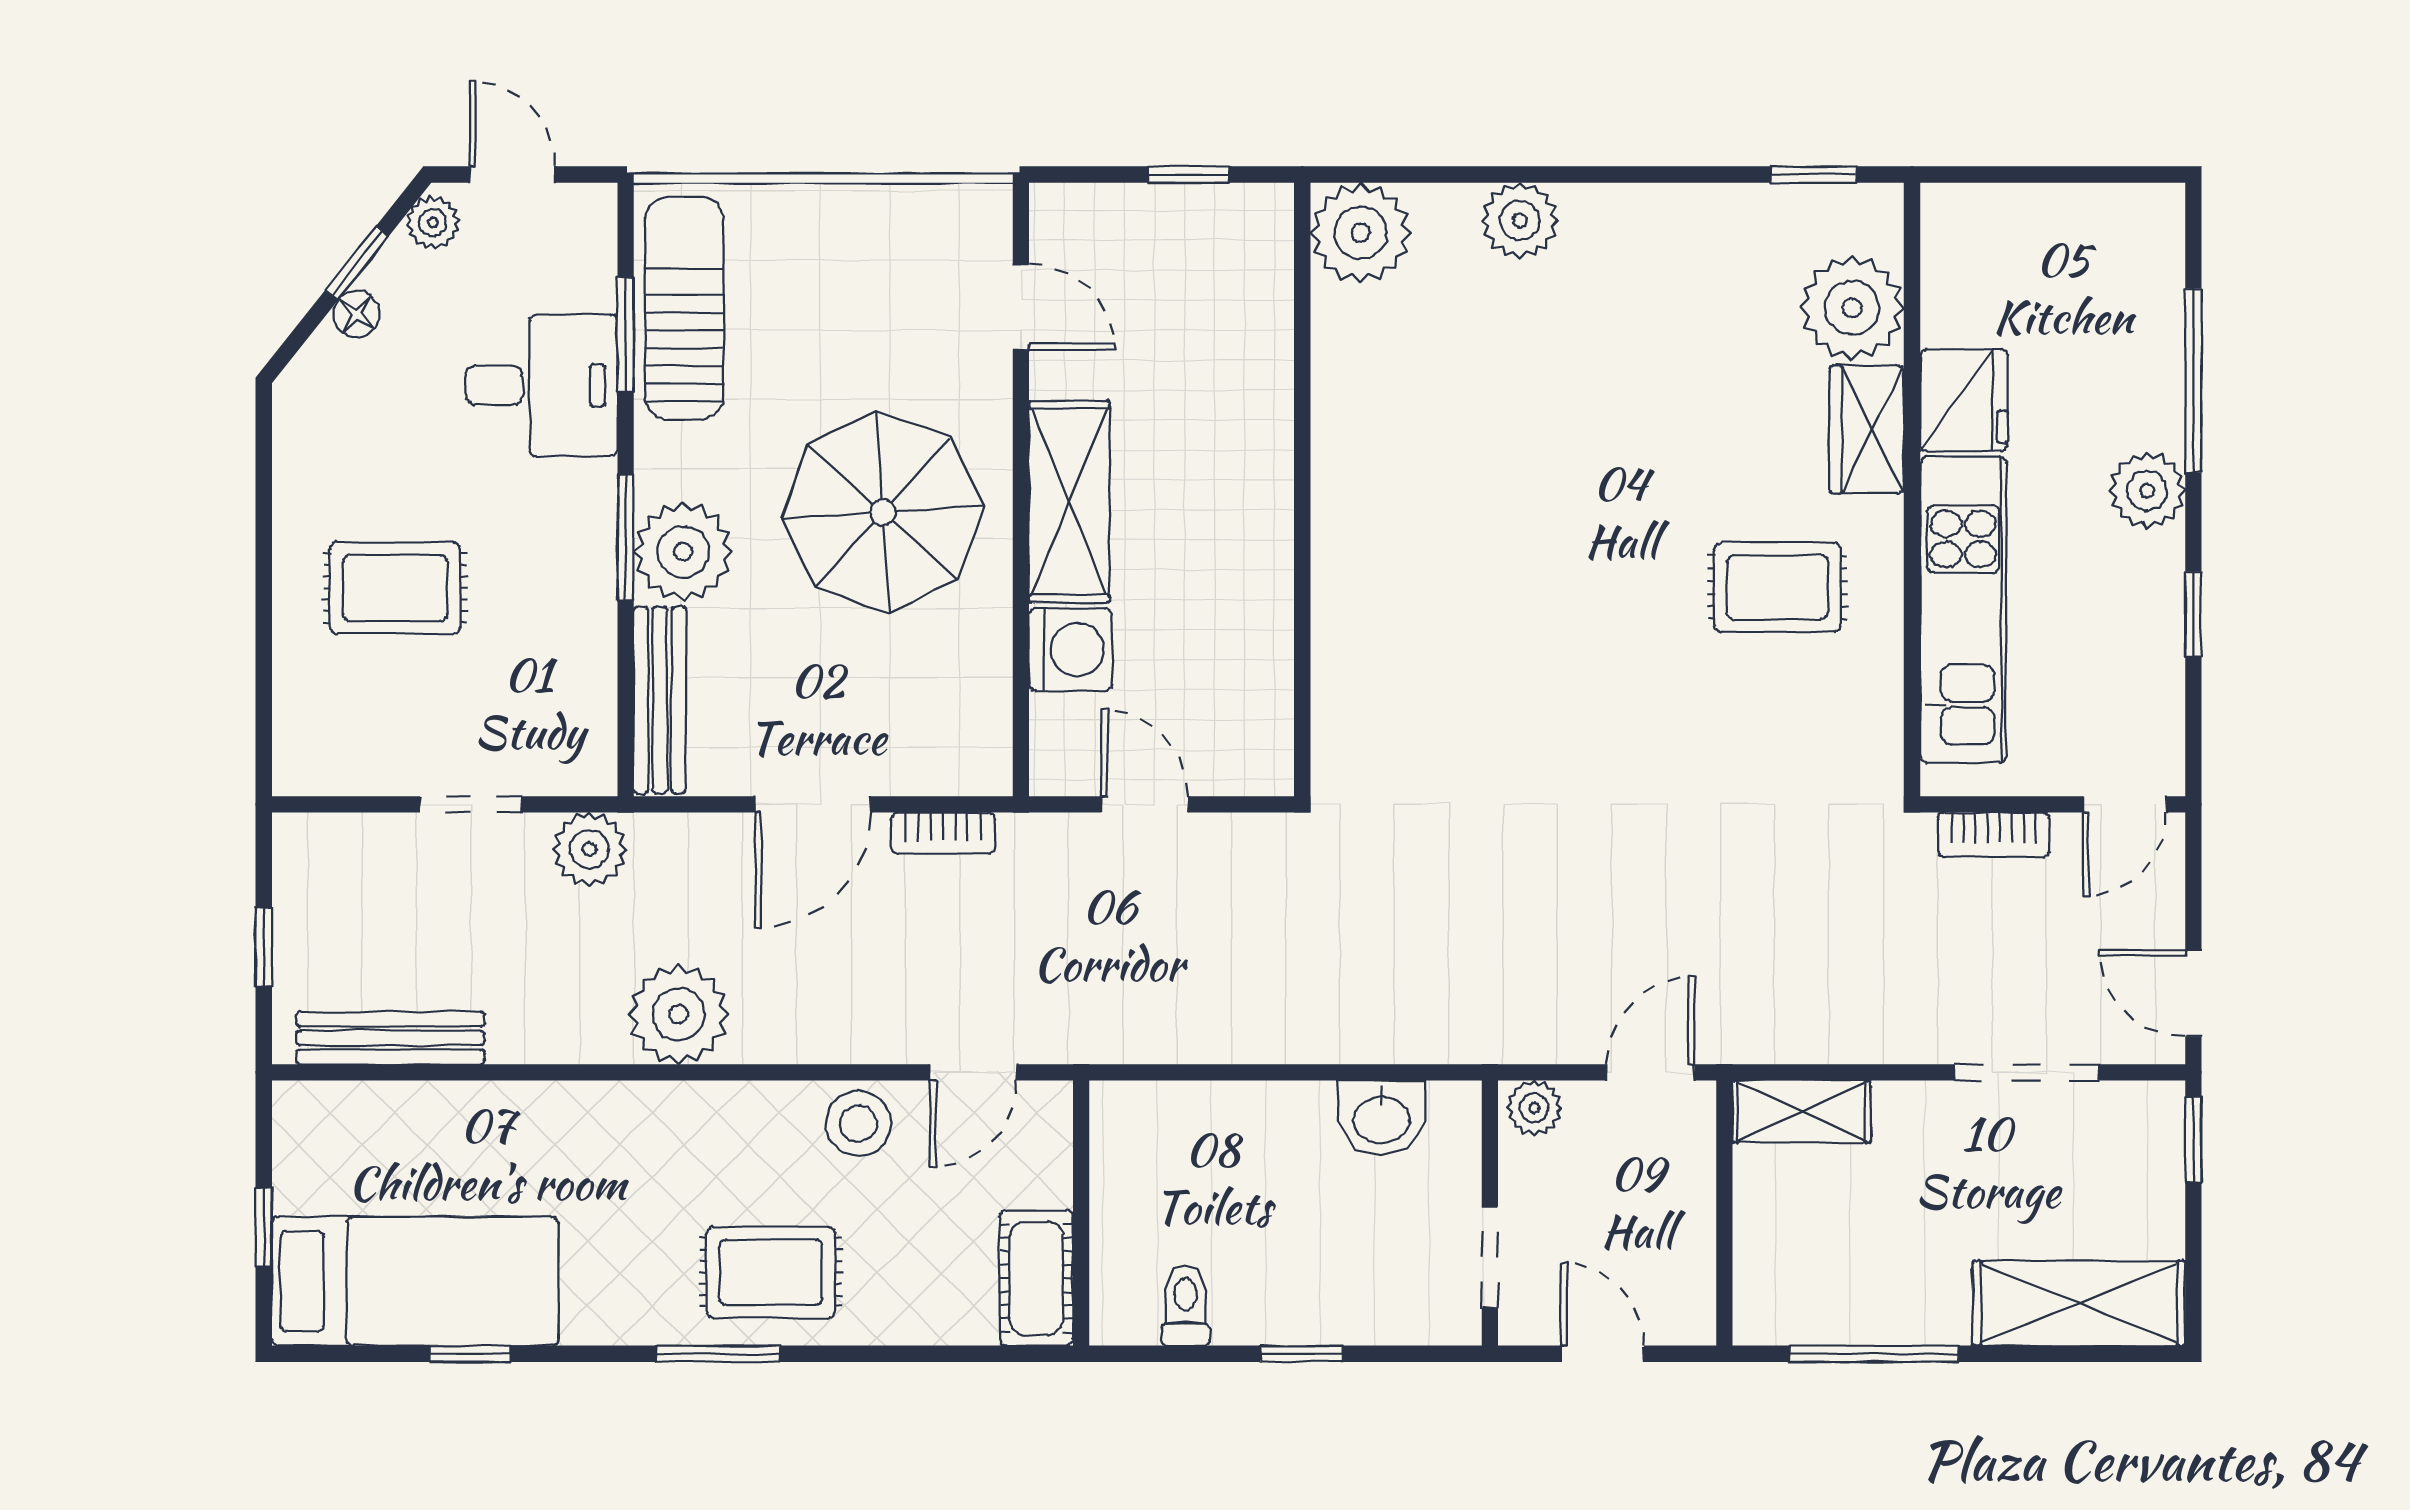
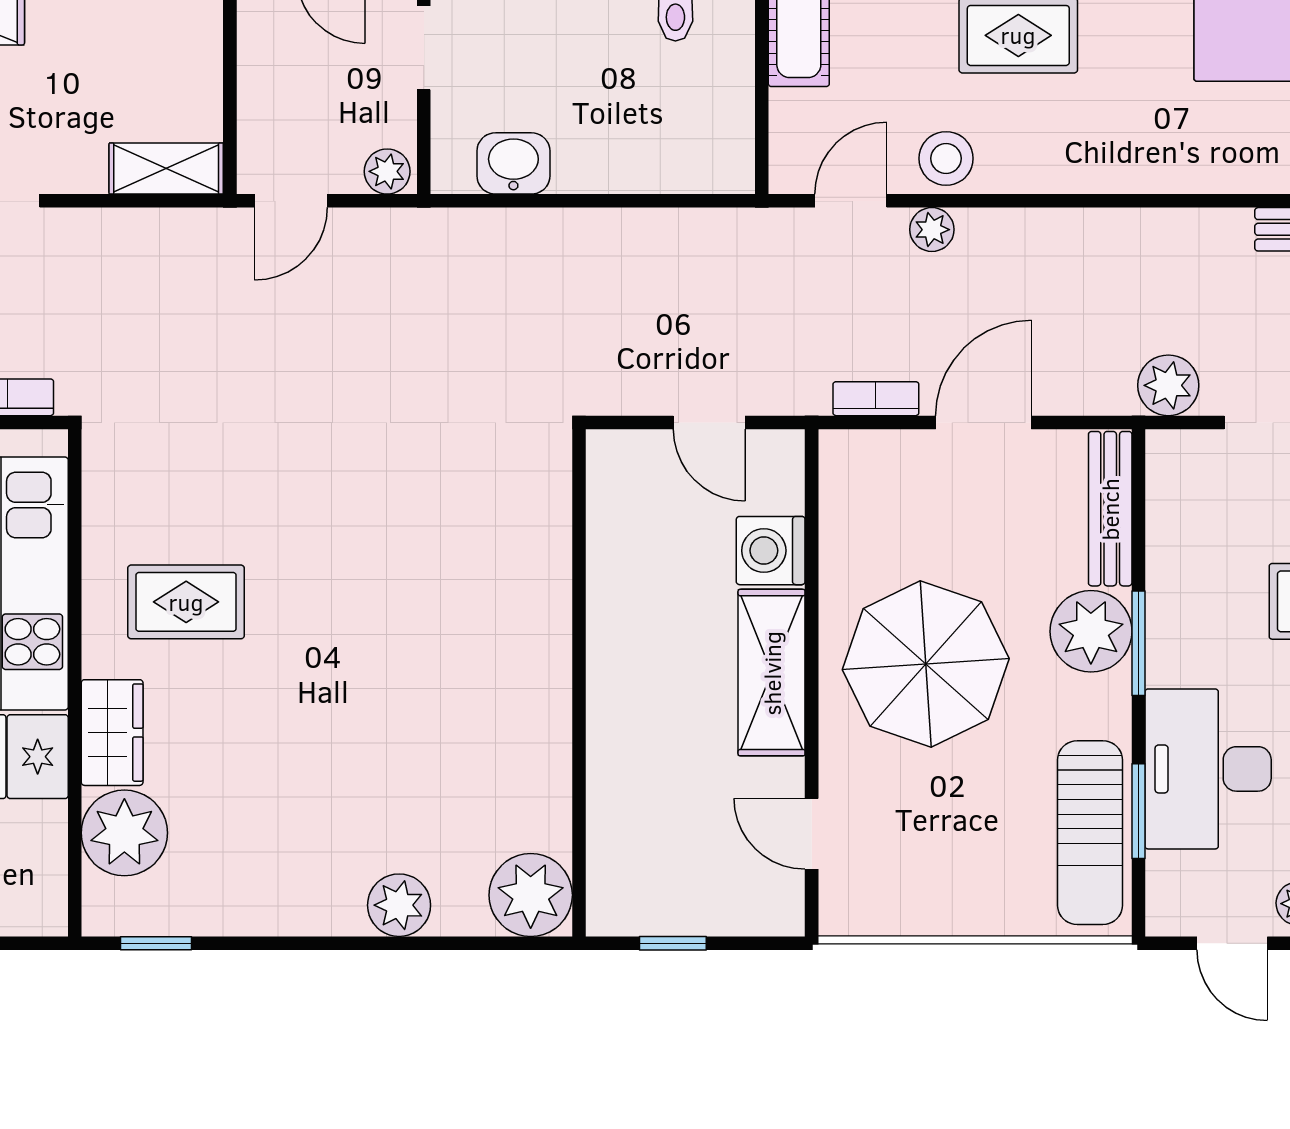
desk: (541, 385) -> (1208, 769), width x1.37
plant: (678, 1014) -> (932, 230), moved, width x0.53, depth x0.53

